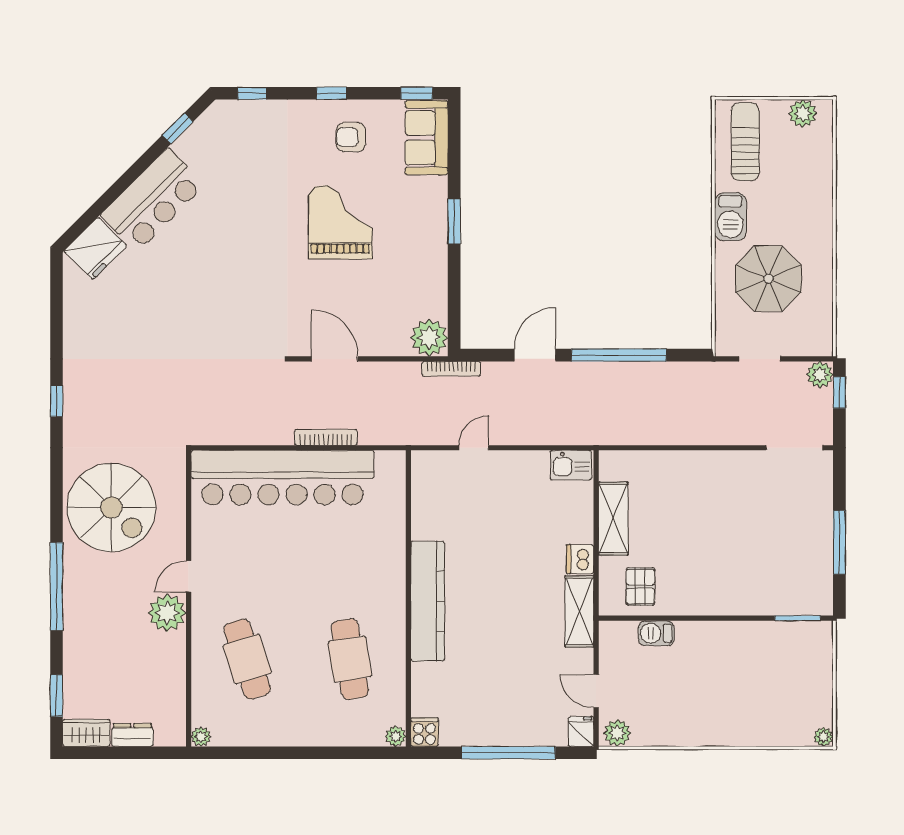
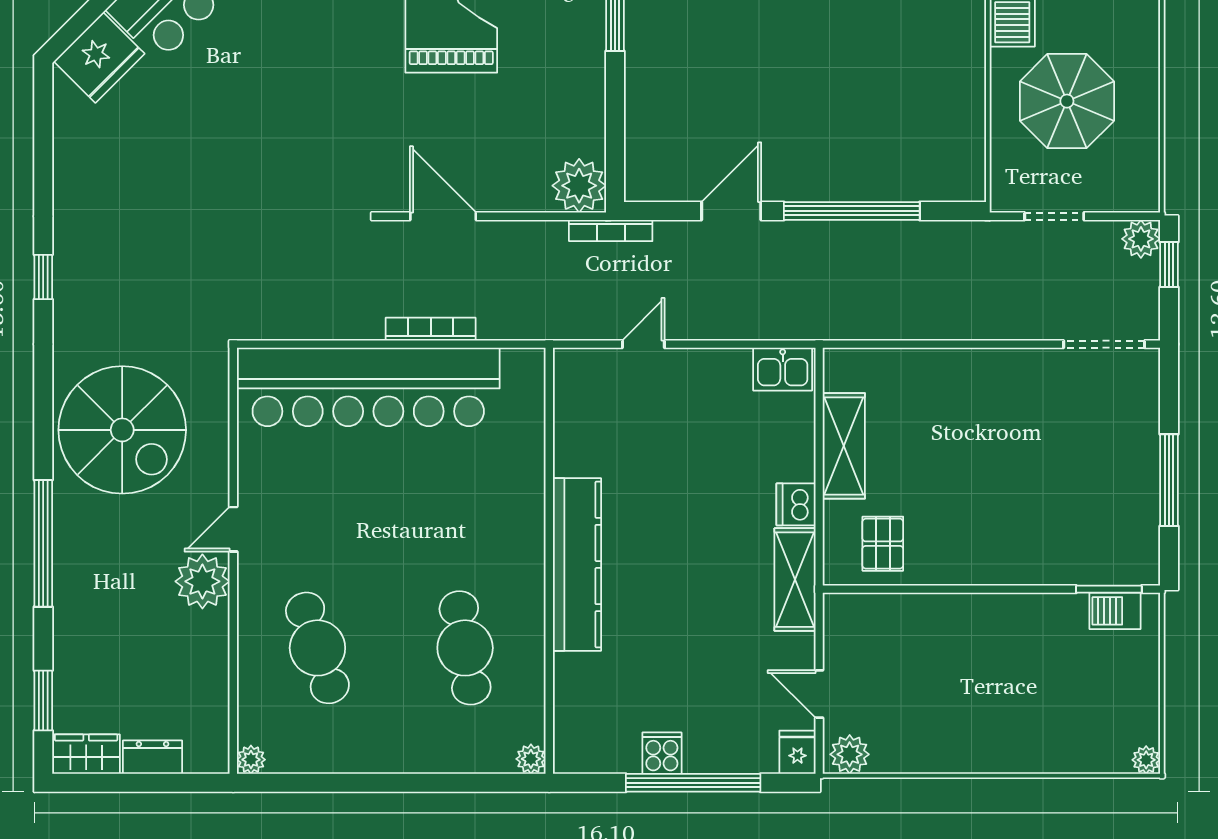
barbecue: (656, 633) -> (1115, 611), moved
cooker: (425, 732) -> (662, 753), moved

